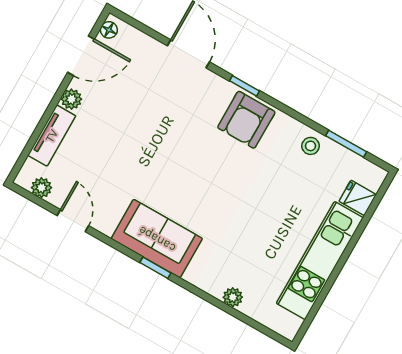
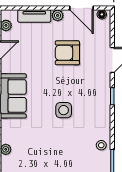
armchair: (246, 120) -> (67, 53), moved
side table: (223, 173) -> (64, 110), added

